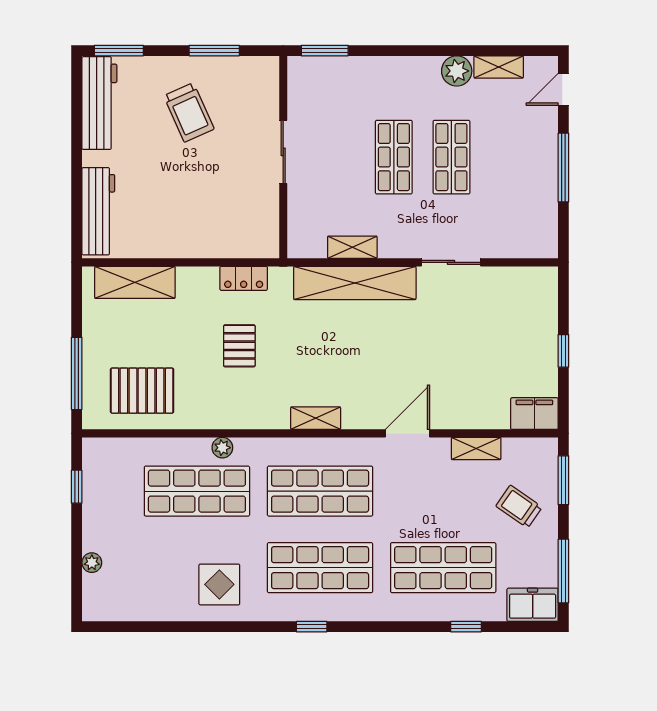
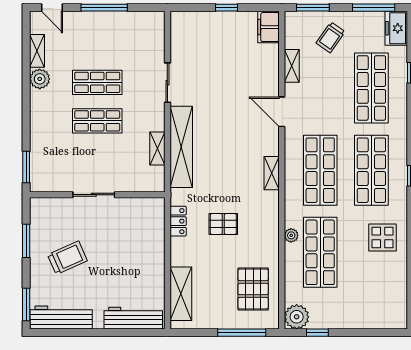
plant: (92, 563) -> (297, 317), moved, width x1.88, depth x1.88

